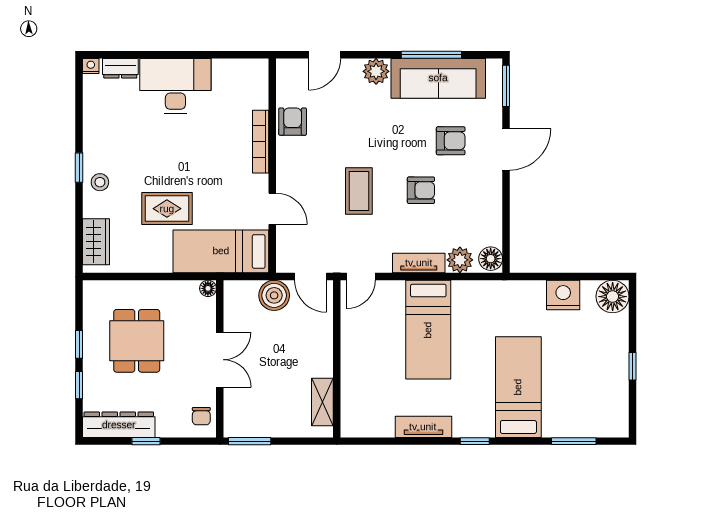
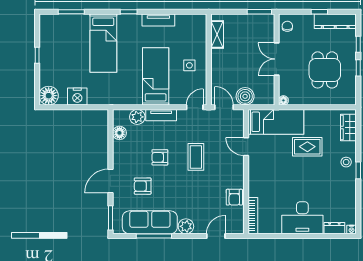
bookcase: (261, 142) -> (253, 216), moved
floor lamp: (491, 259) -> (119, 133), moved
side table: (370, 349) -> (189, 65), added

